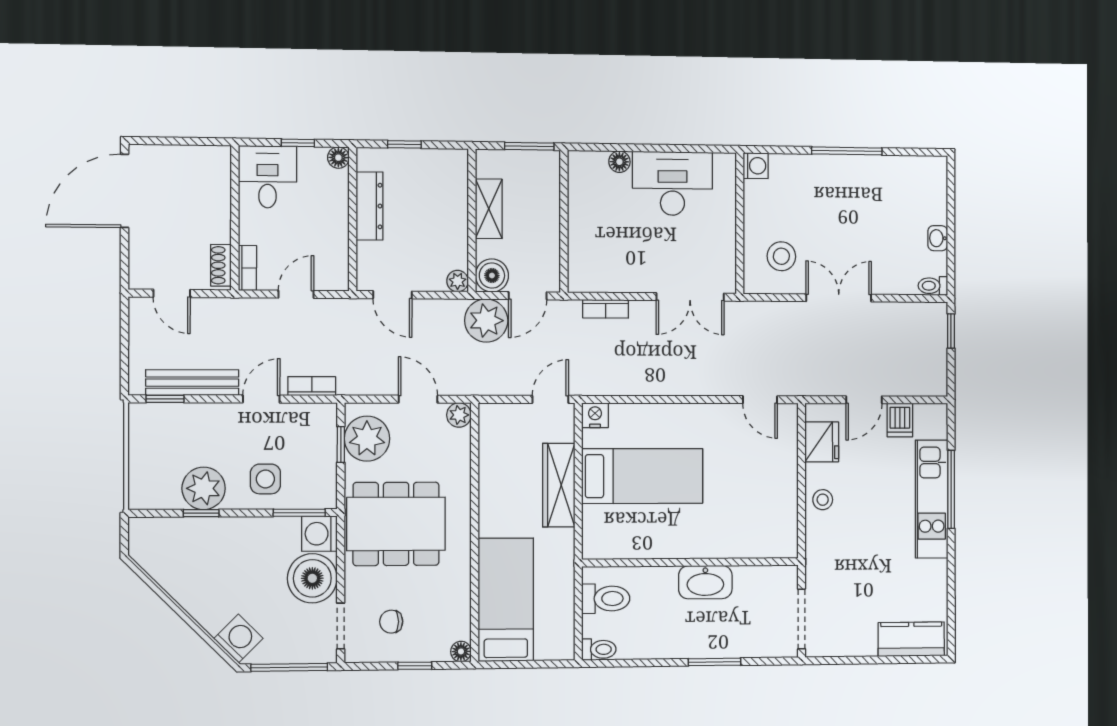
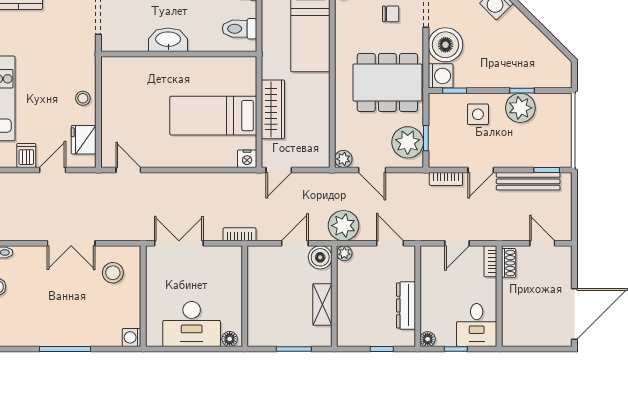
wall: (564, 221) -> (245, 296), moved
plant: (486, 321) -> (344, 226), moved
window: (299, 513) -> (455, 91), width x0.67

